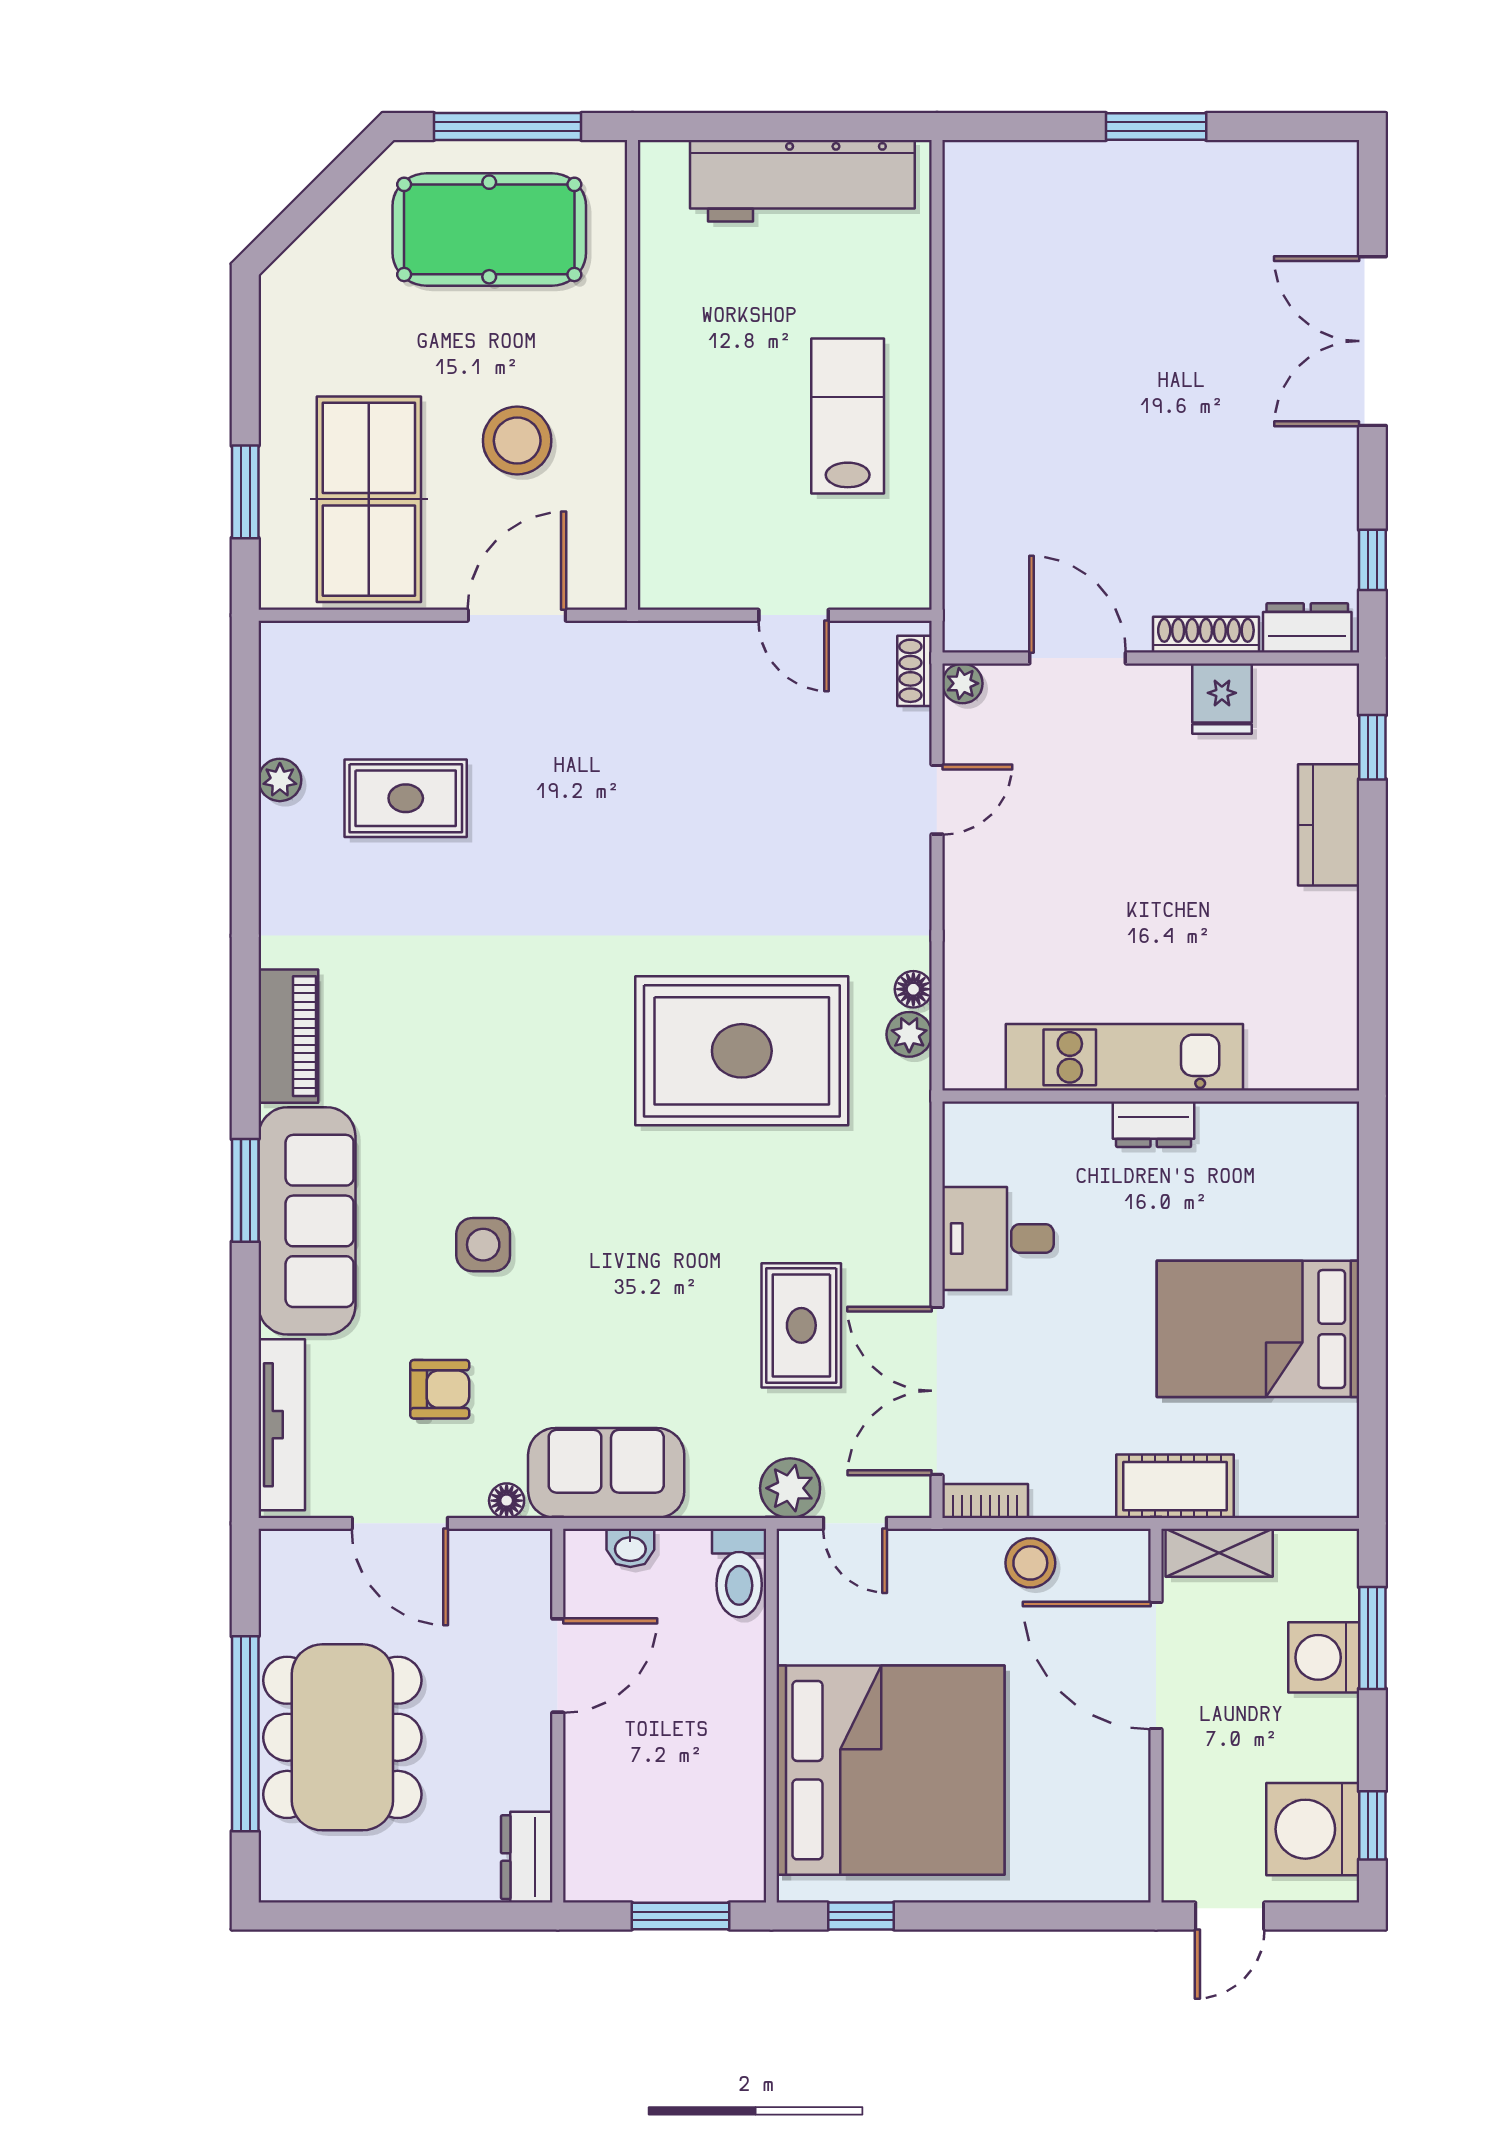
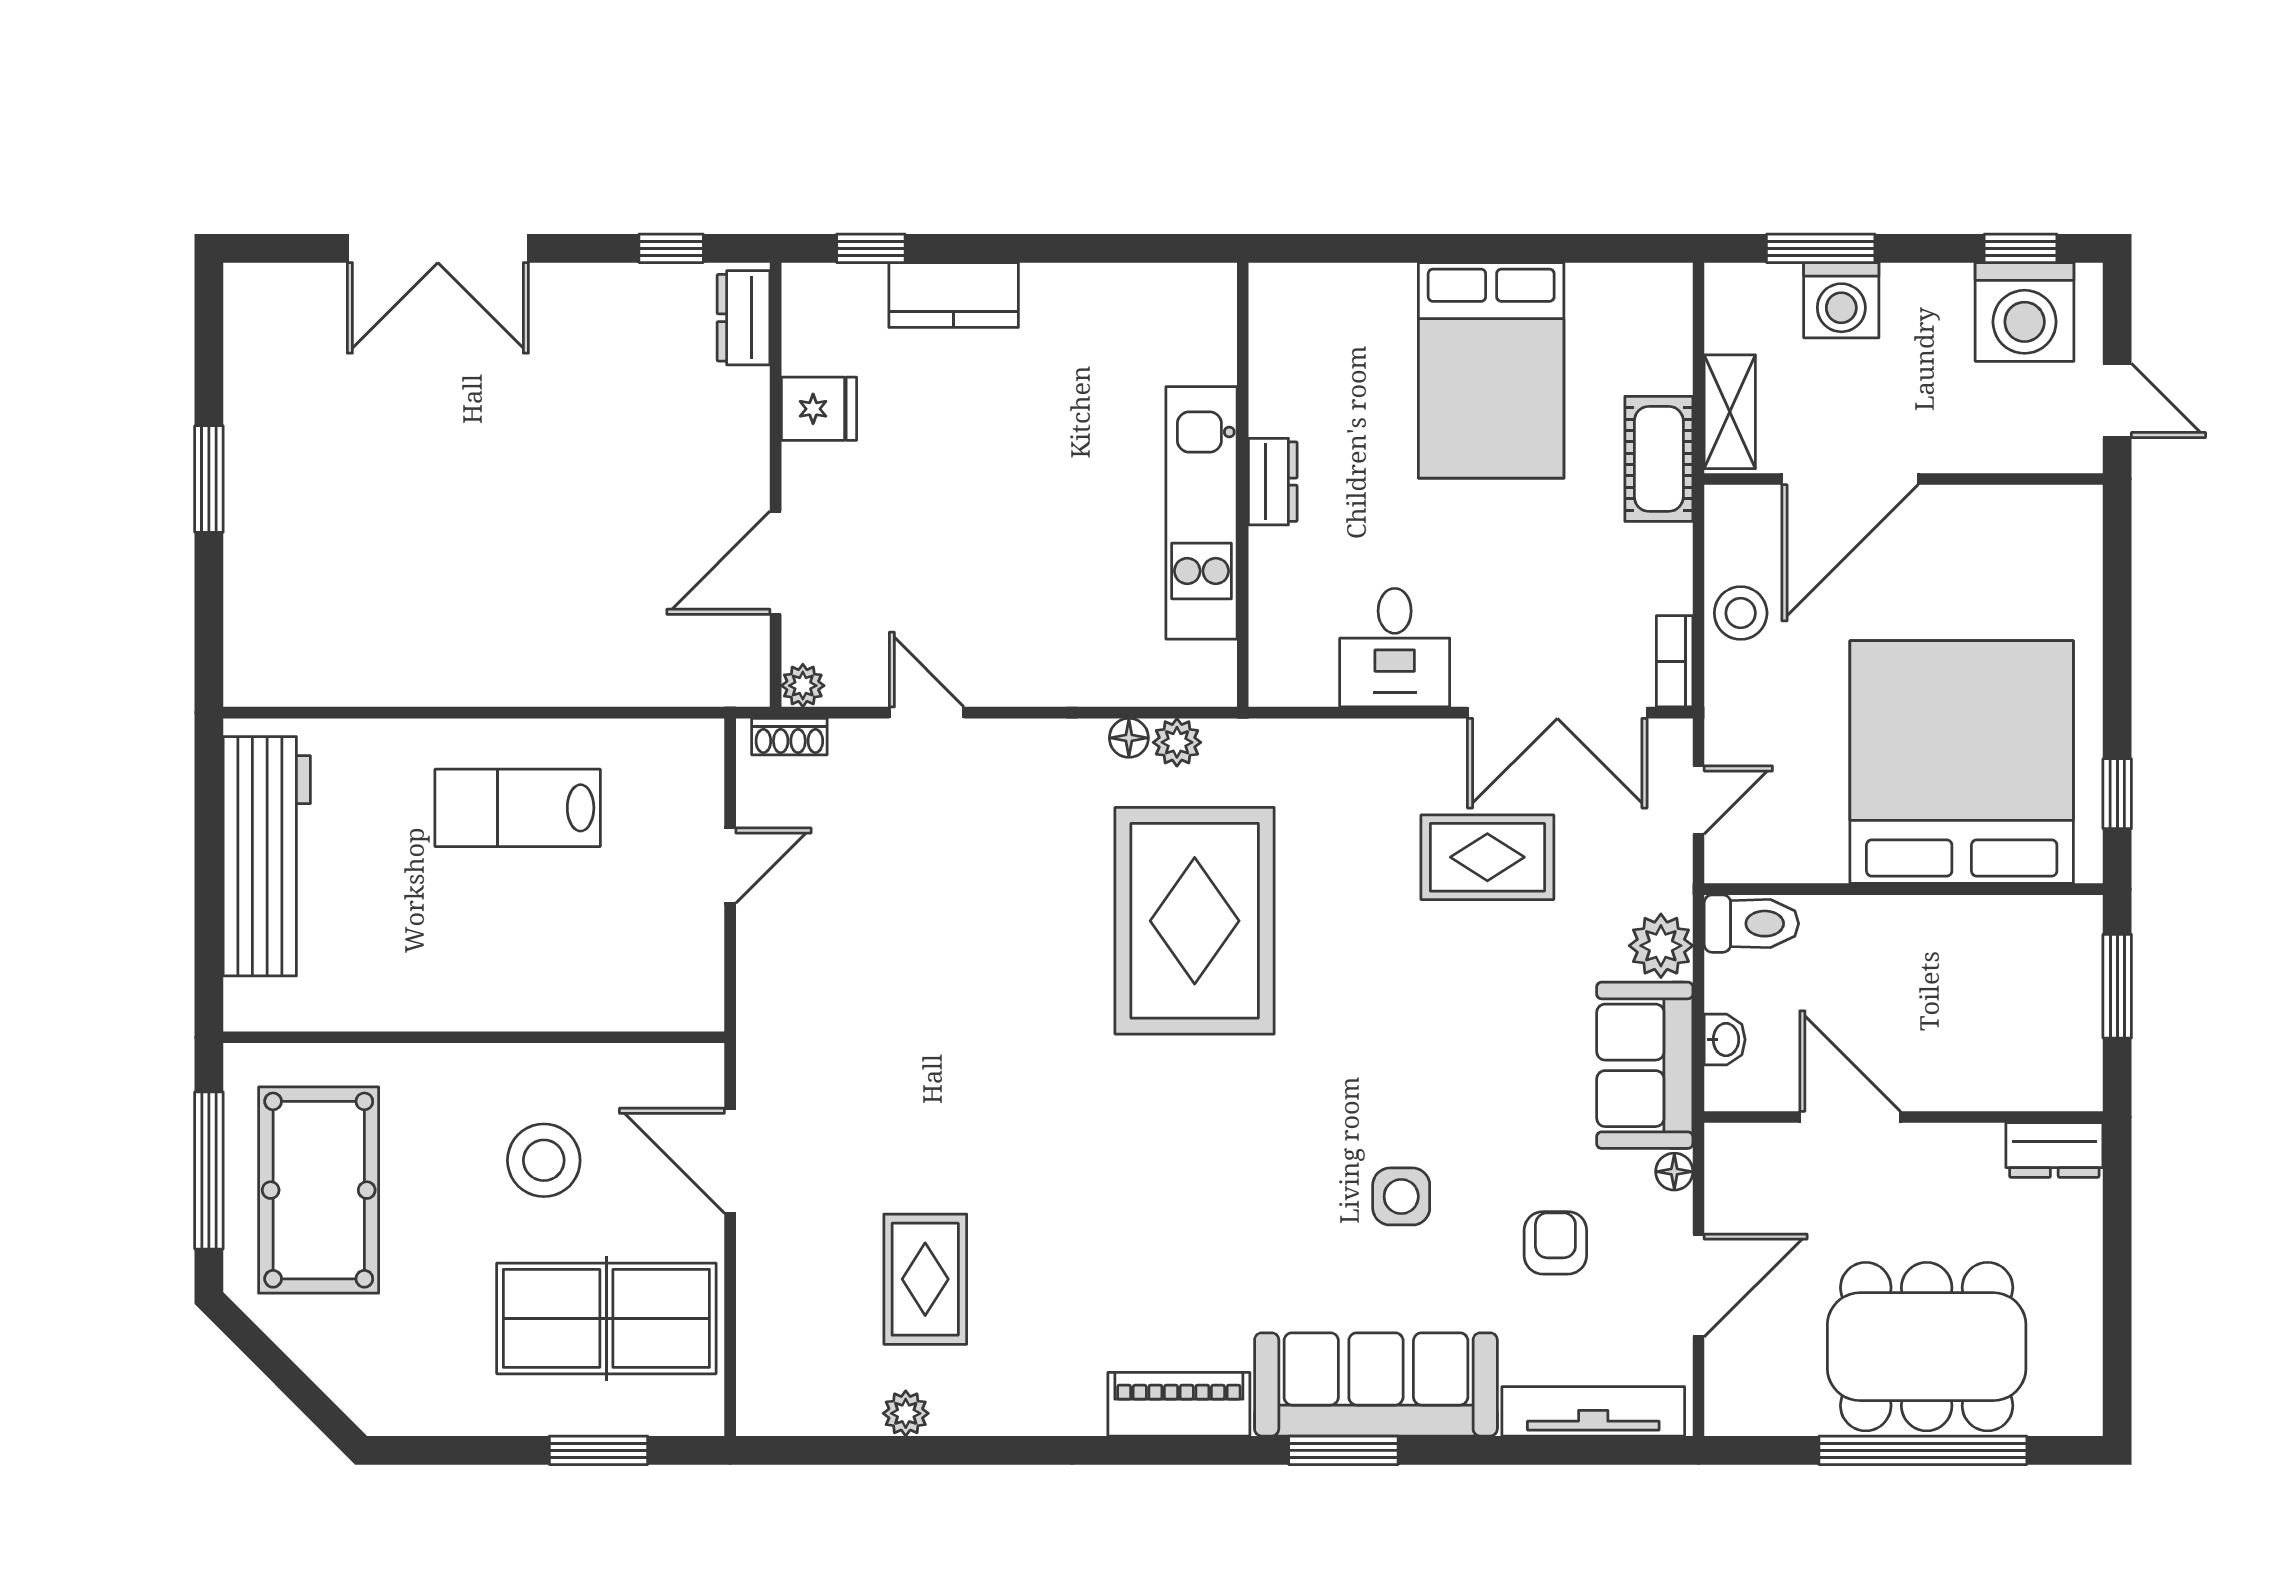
shoe rack: (1206, 635) -> (751, 426), removed
plant: (790, 1488) -> (1661, 946), moved

